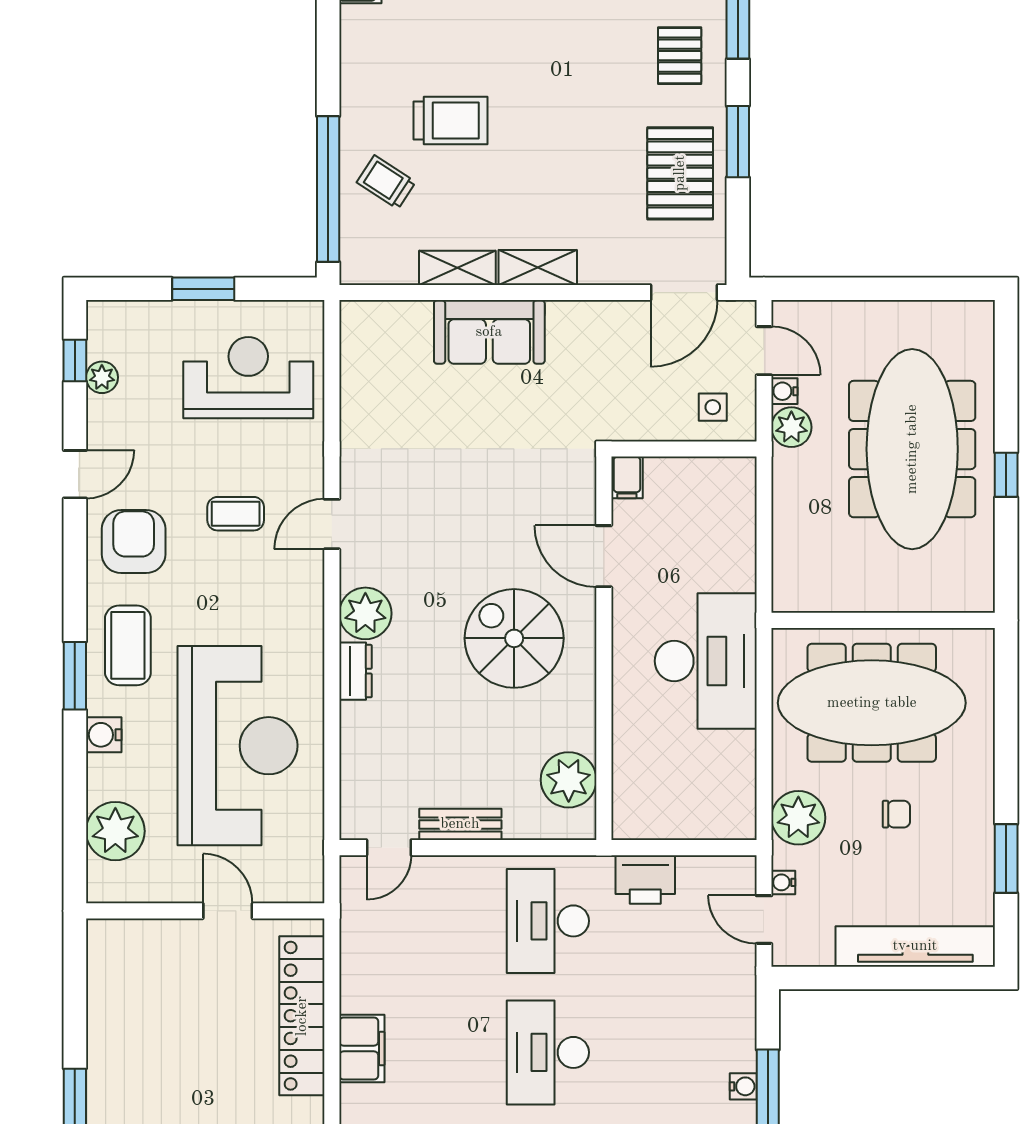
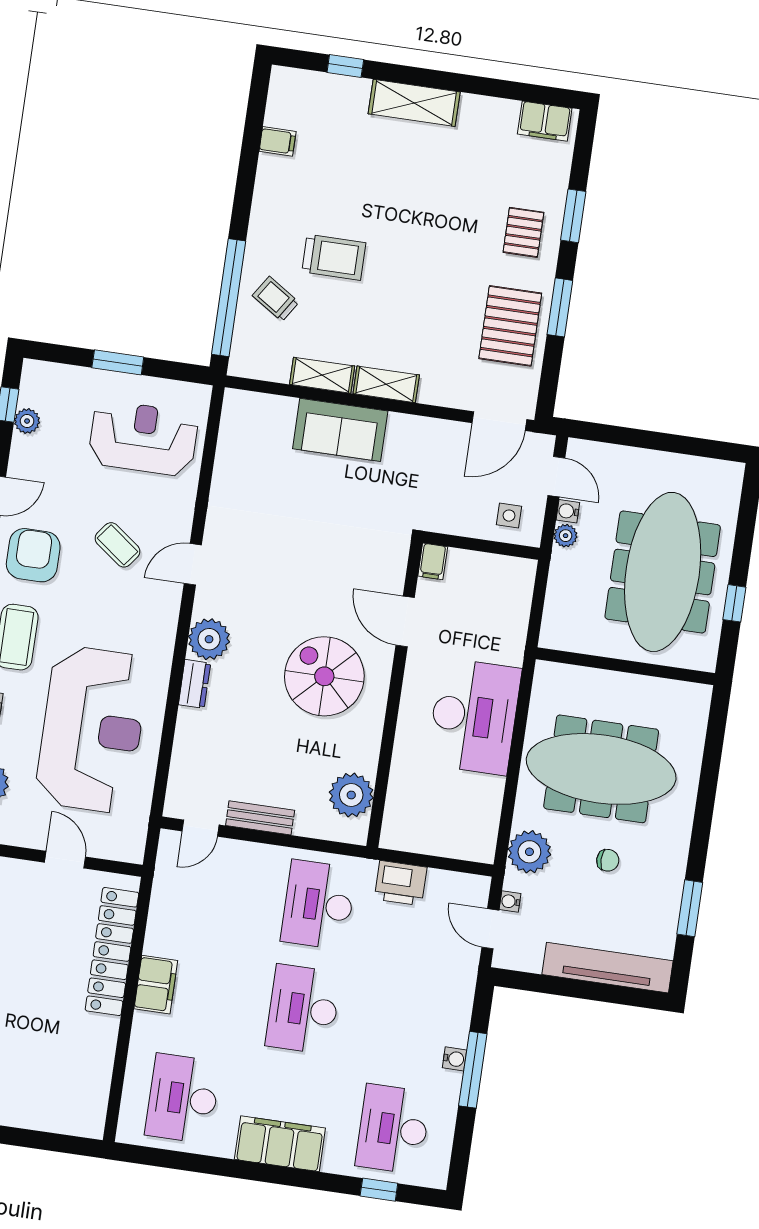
plant: (791, 427) -> (566, 536), width x0.73, depth x0.73
coffee table: (236, 514) -> (117, 545), turned 37
wall: (883, 620) -> (625, 666), moved

